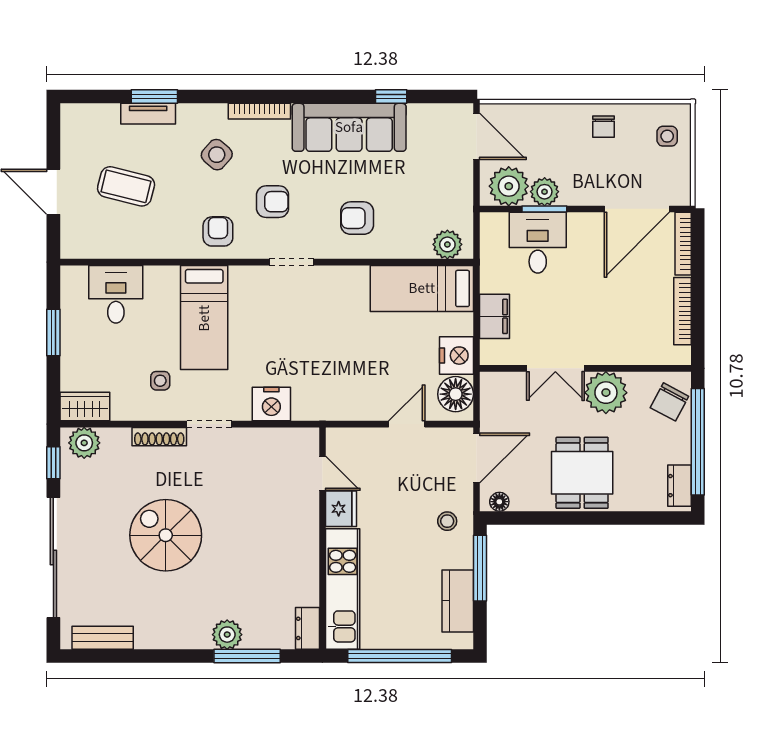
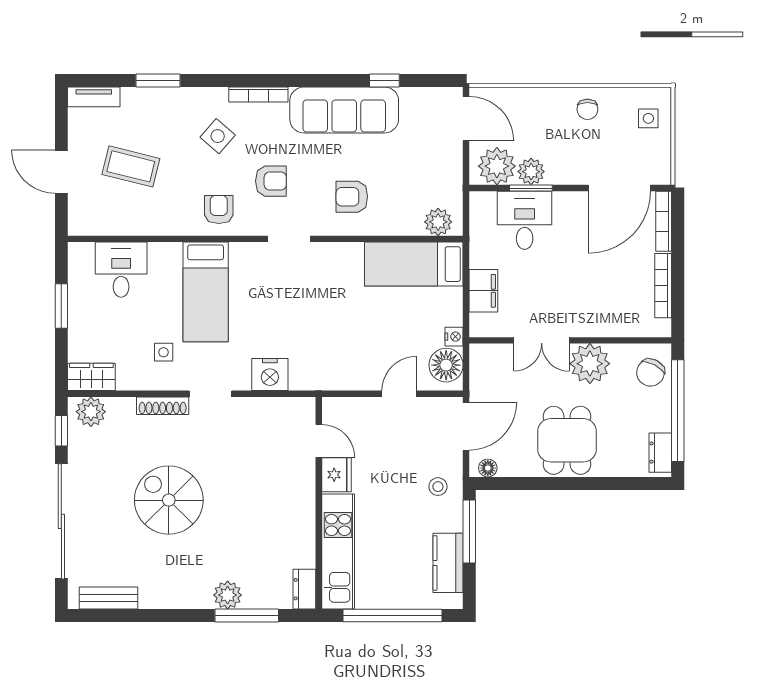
tv unit: (148, 114) -> (94, 97), moved
nightstand: (457, 356) -> (454, 337), width x0.53, depth x0.56

